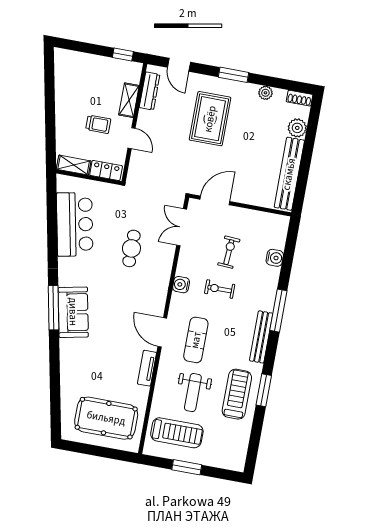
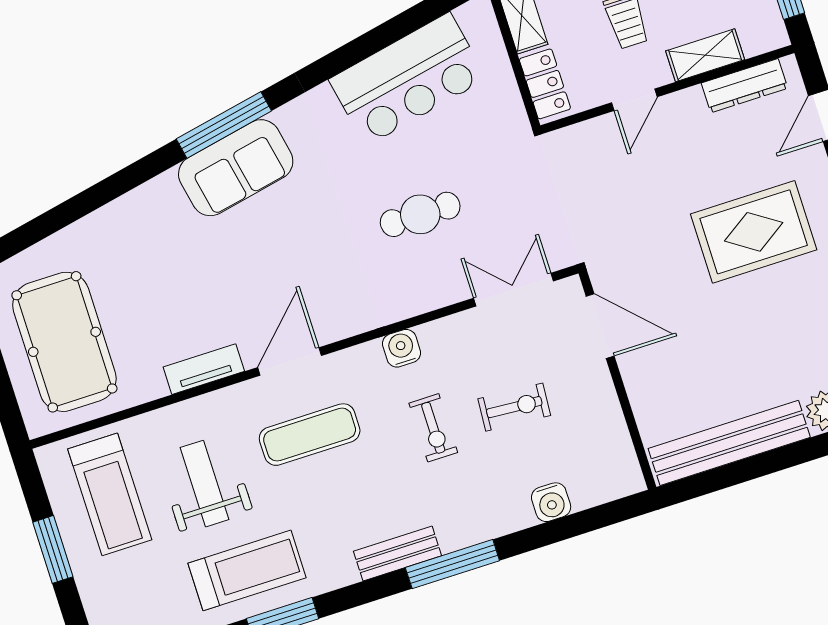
exercise bike: (220, 289) -> (433, 428), turned 180
bench: (261, 337) -> (398, 553), width x0.73
weight bench: (193, 393) -> (204, 484), turned 90

